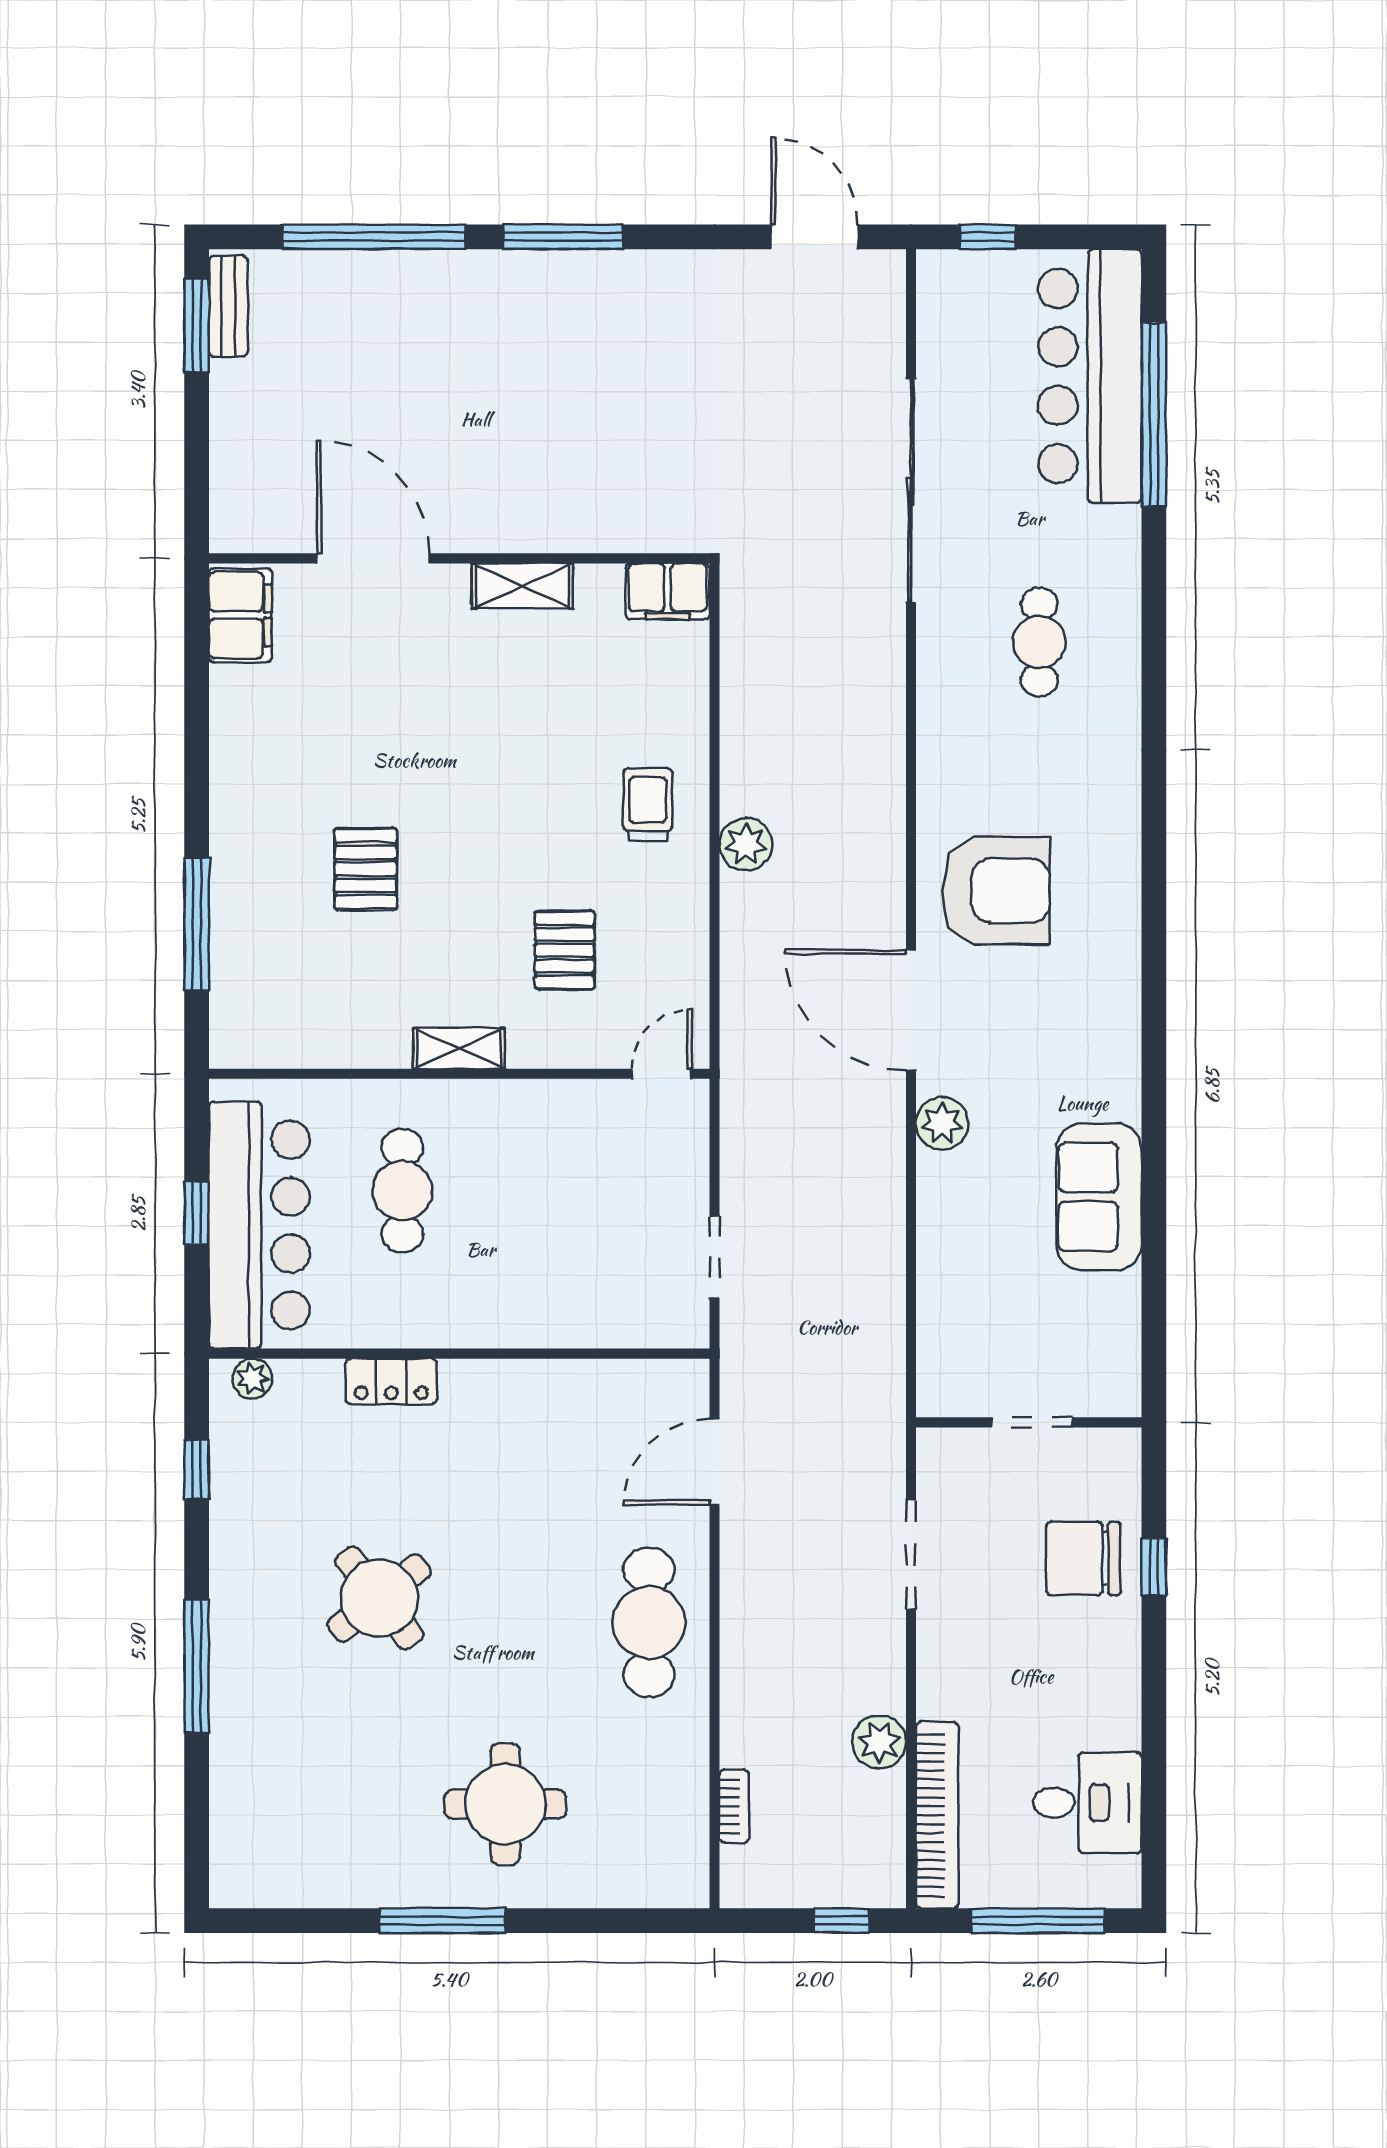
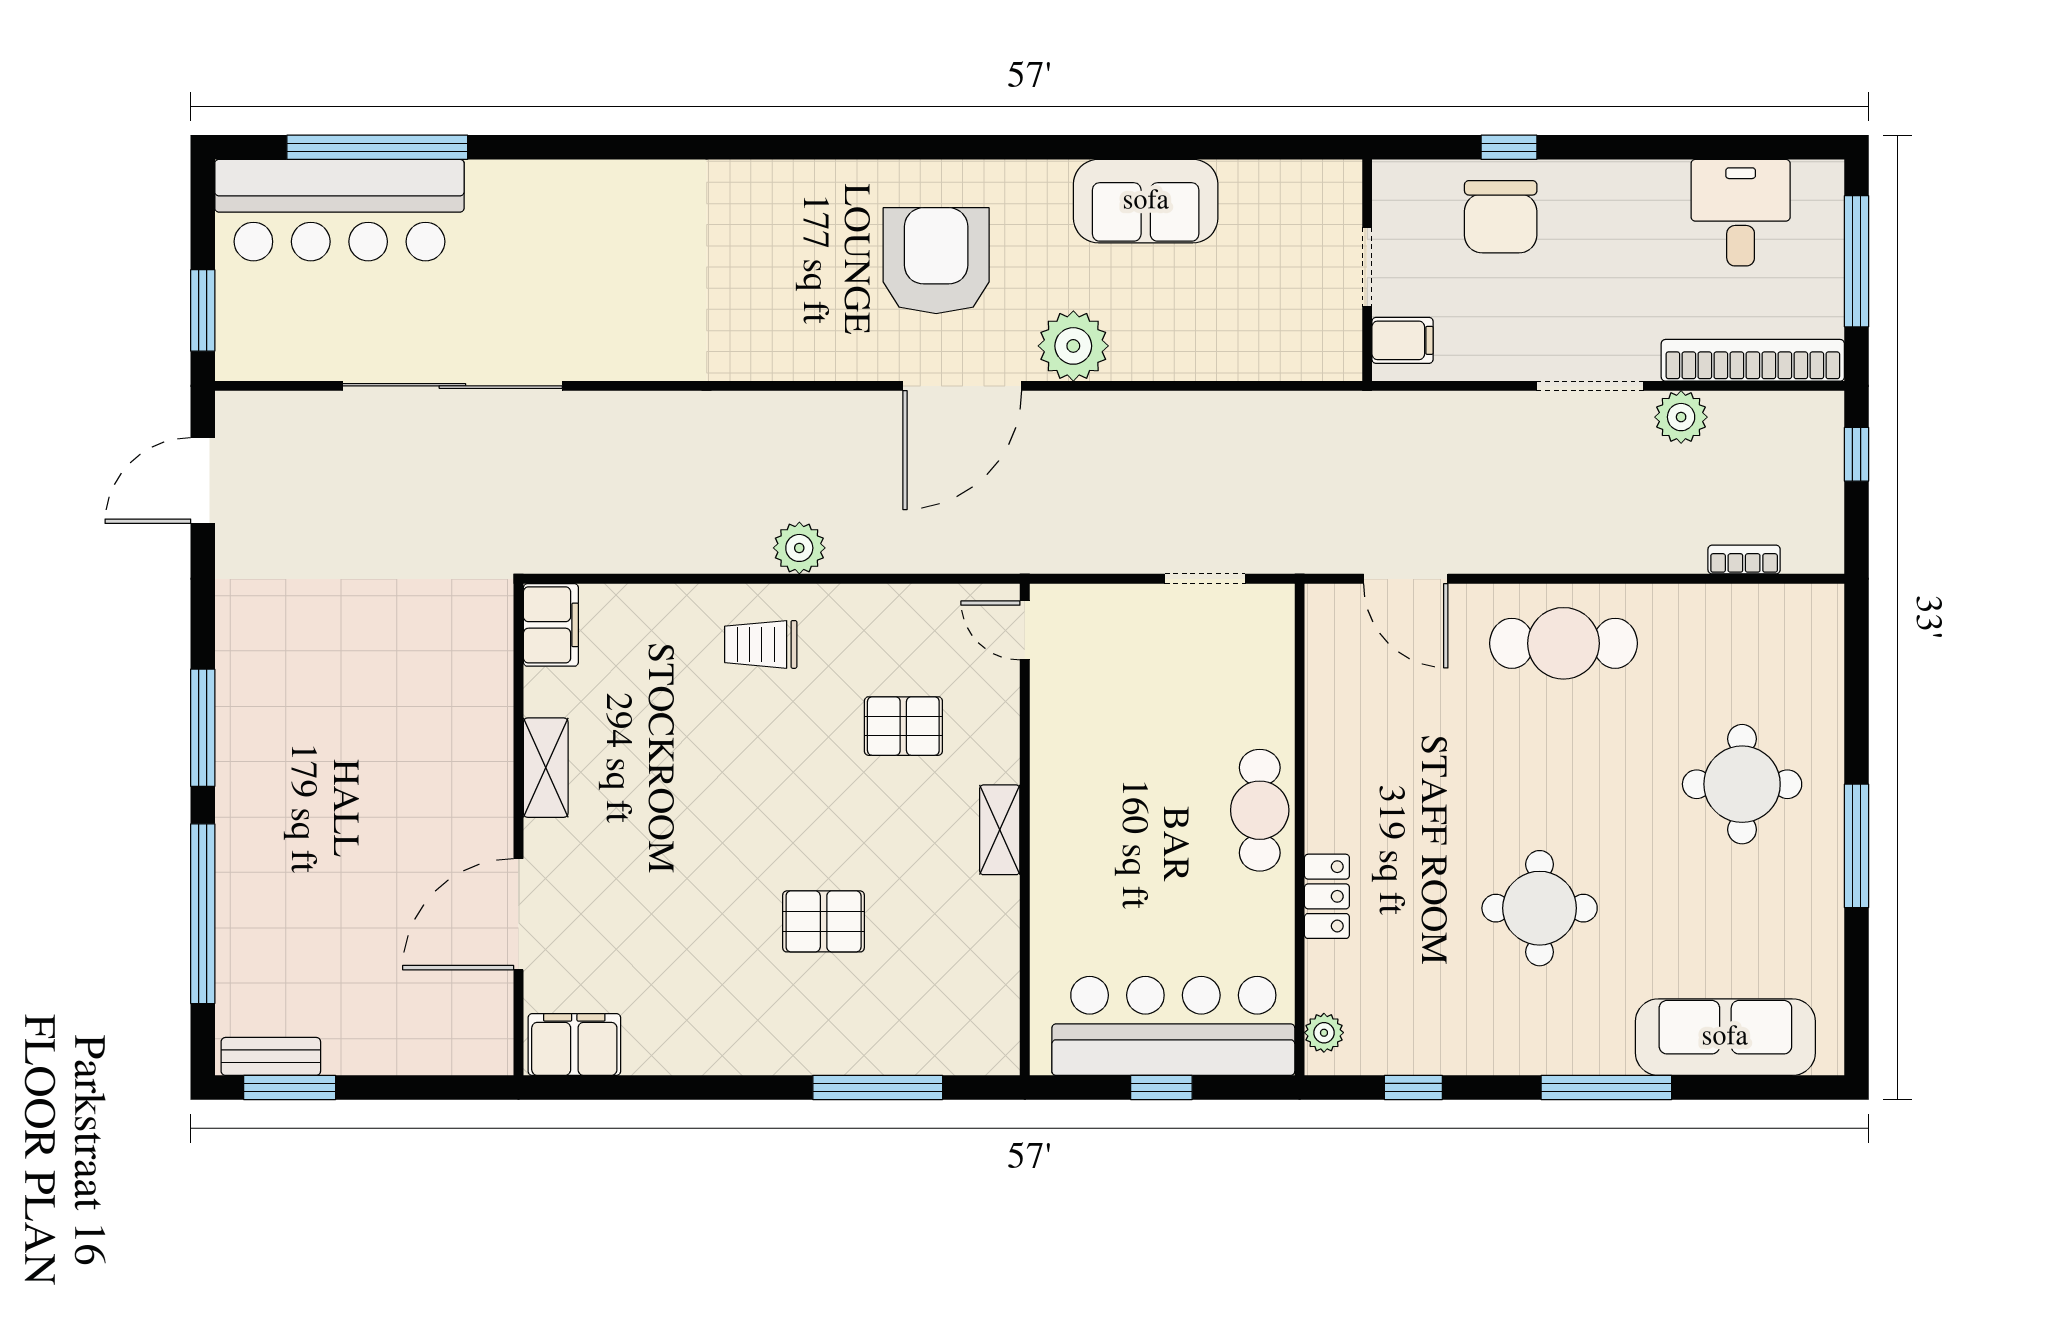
window: (988, 237) -> (203, 310), width x1.50
cafe table: (1039, 642) -> (601, 260), removed
armchair: (996, 891) -> (936, 261), moved
plant: (942, 1123) -> (1073, 346), width x1.36, depth x1.36
cafe table: (402, 1191) -> (1260, 810), moved, turned 90
filing cabinet: (957, 1458) -> (1403, 340), added
doorway: (911, 1555) -> (1590, 386), moved
round table: (379, 1598) -> (1540, 908), turned 38
sofa: (248, 1787) -> (1725, 1037), added

